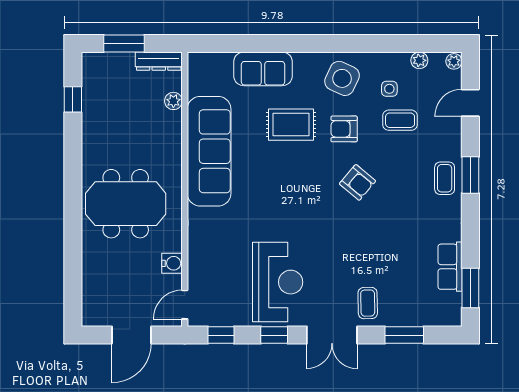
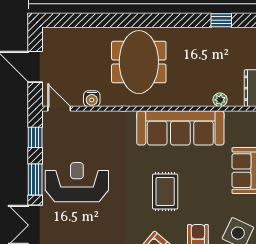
rug: (291, 125) -> (165, 192), moved
reception desk: (278, 282) -> (77, 182), turned 180
window: (274, 335) -> (35, 179), width x1.50

